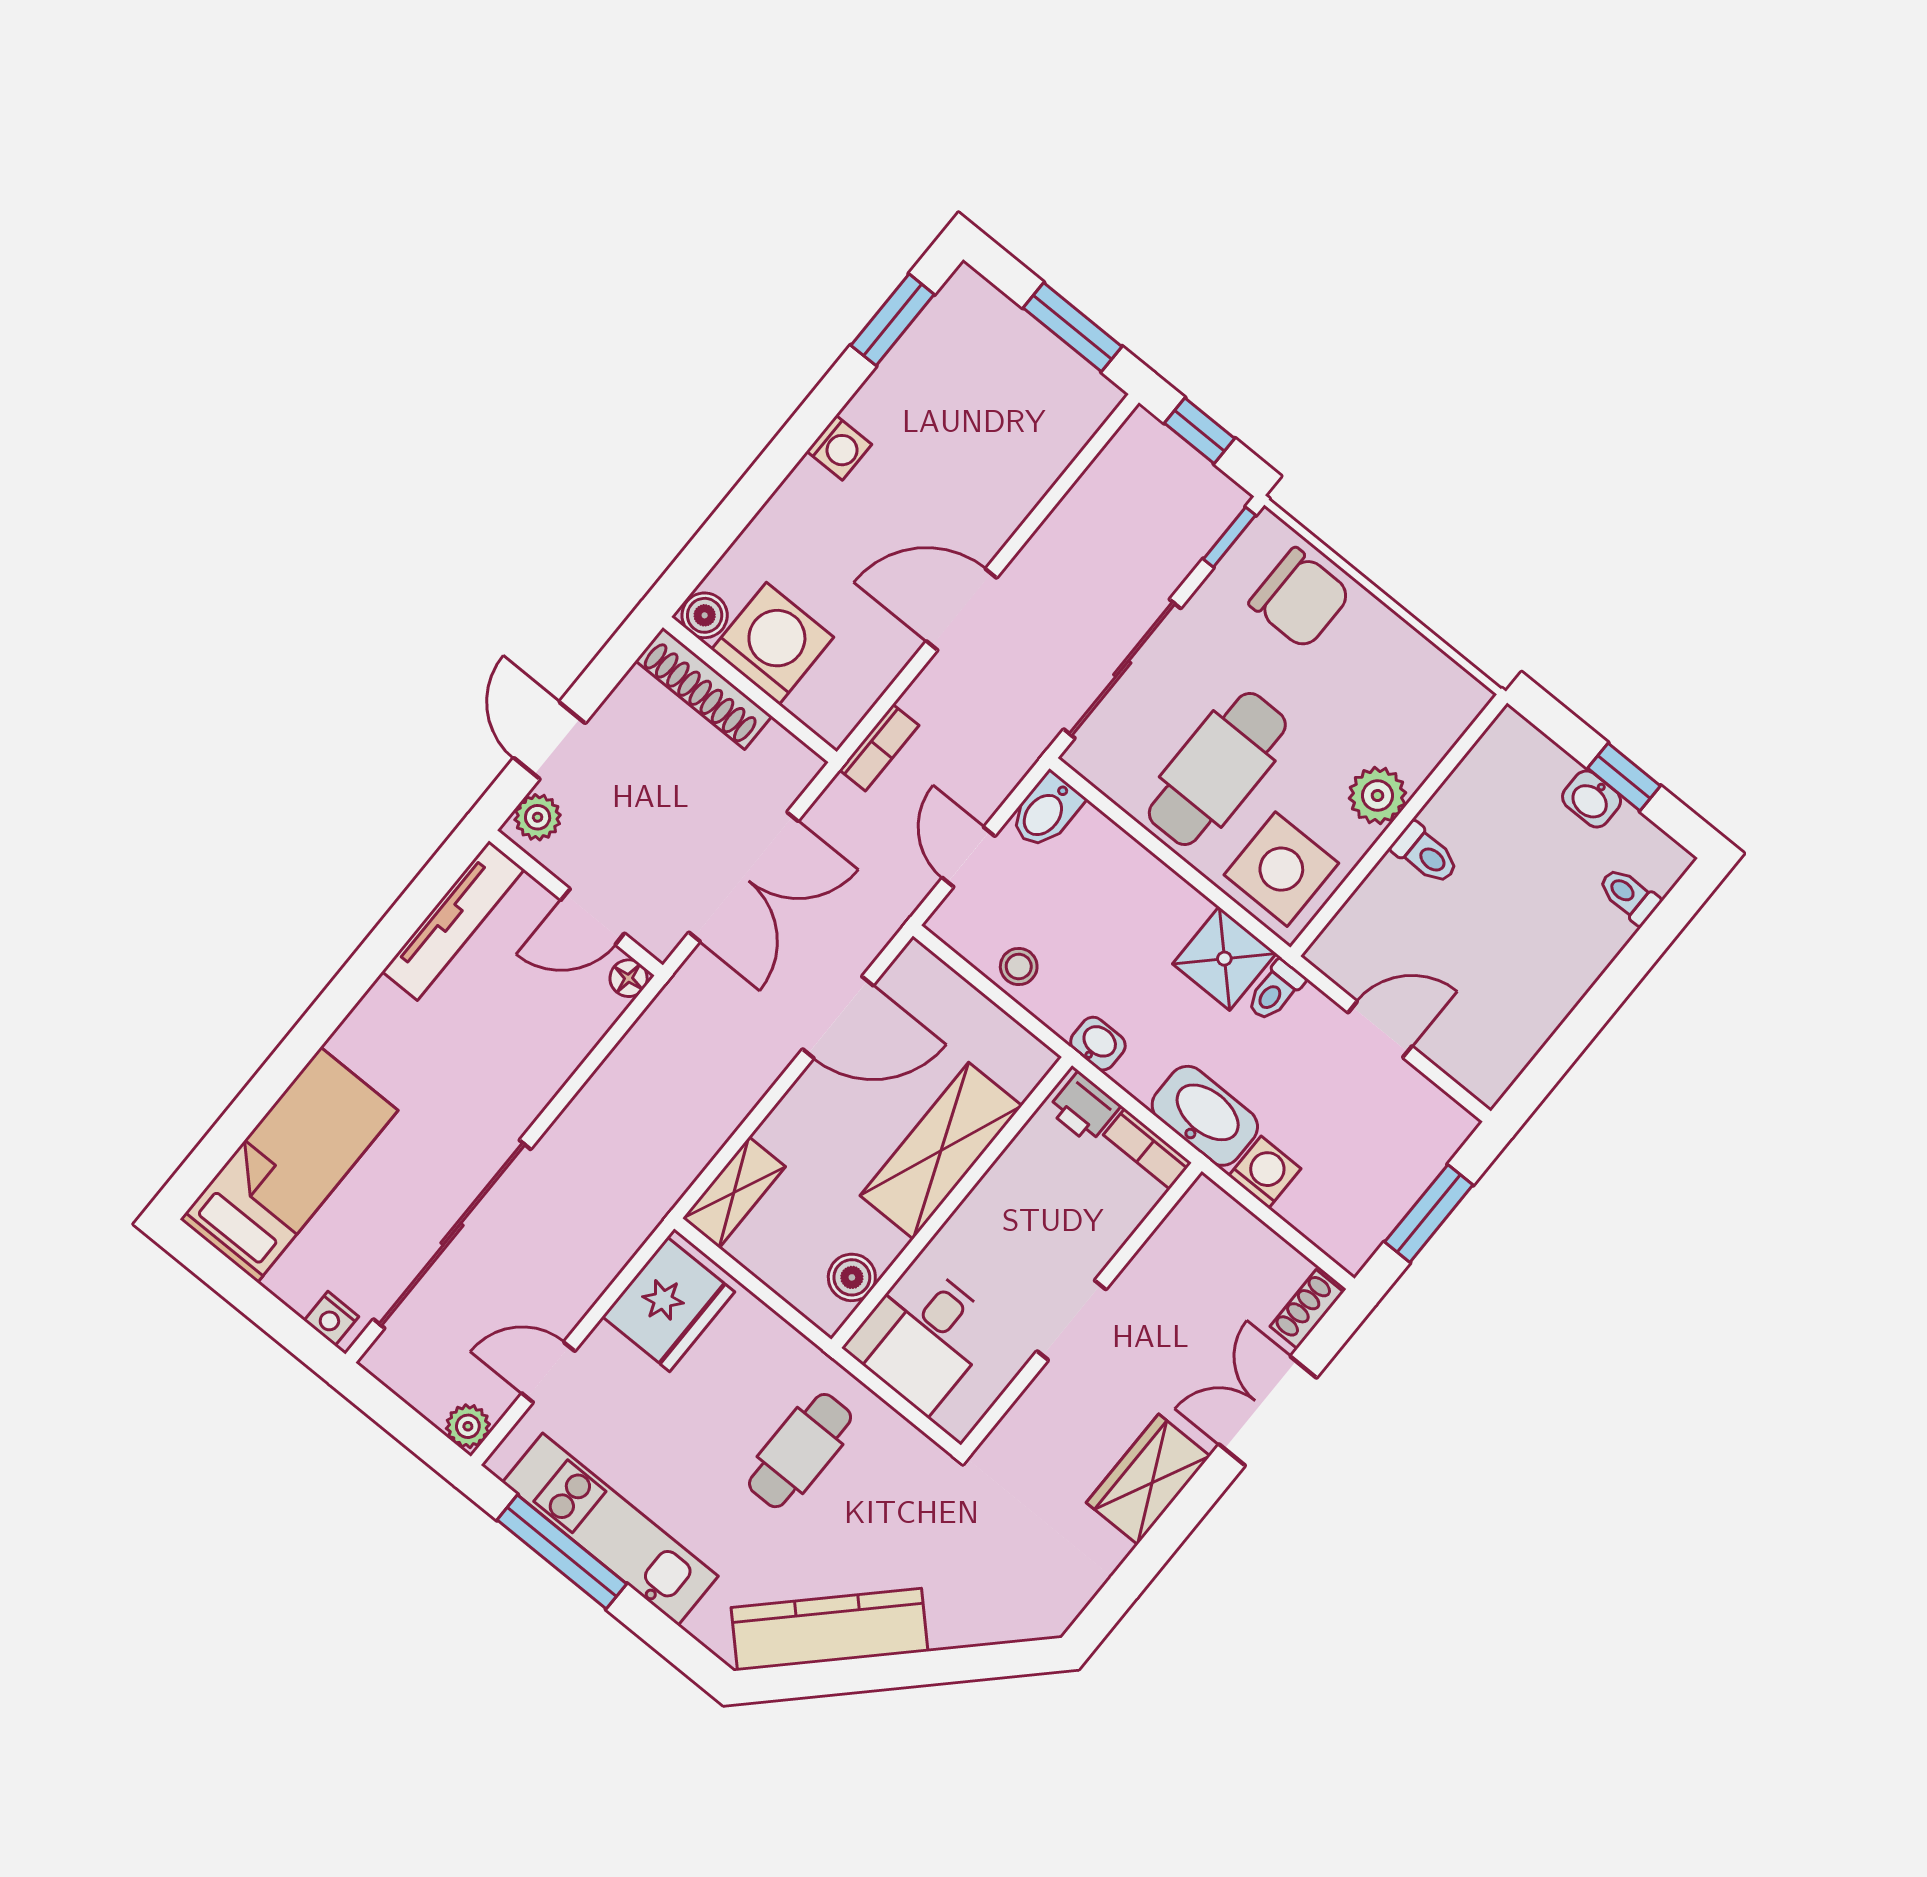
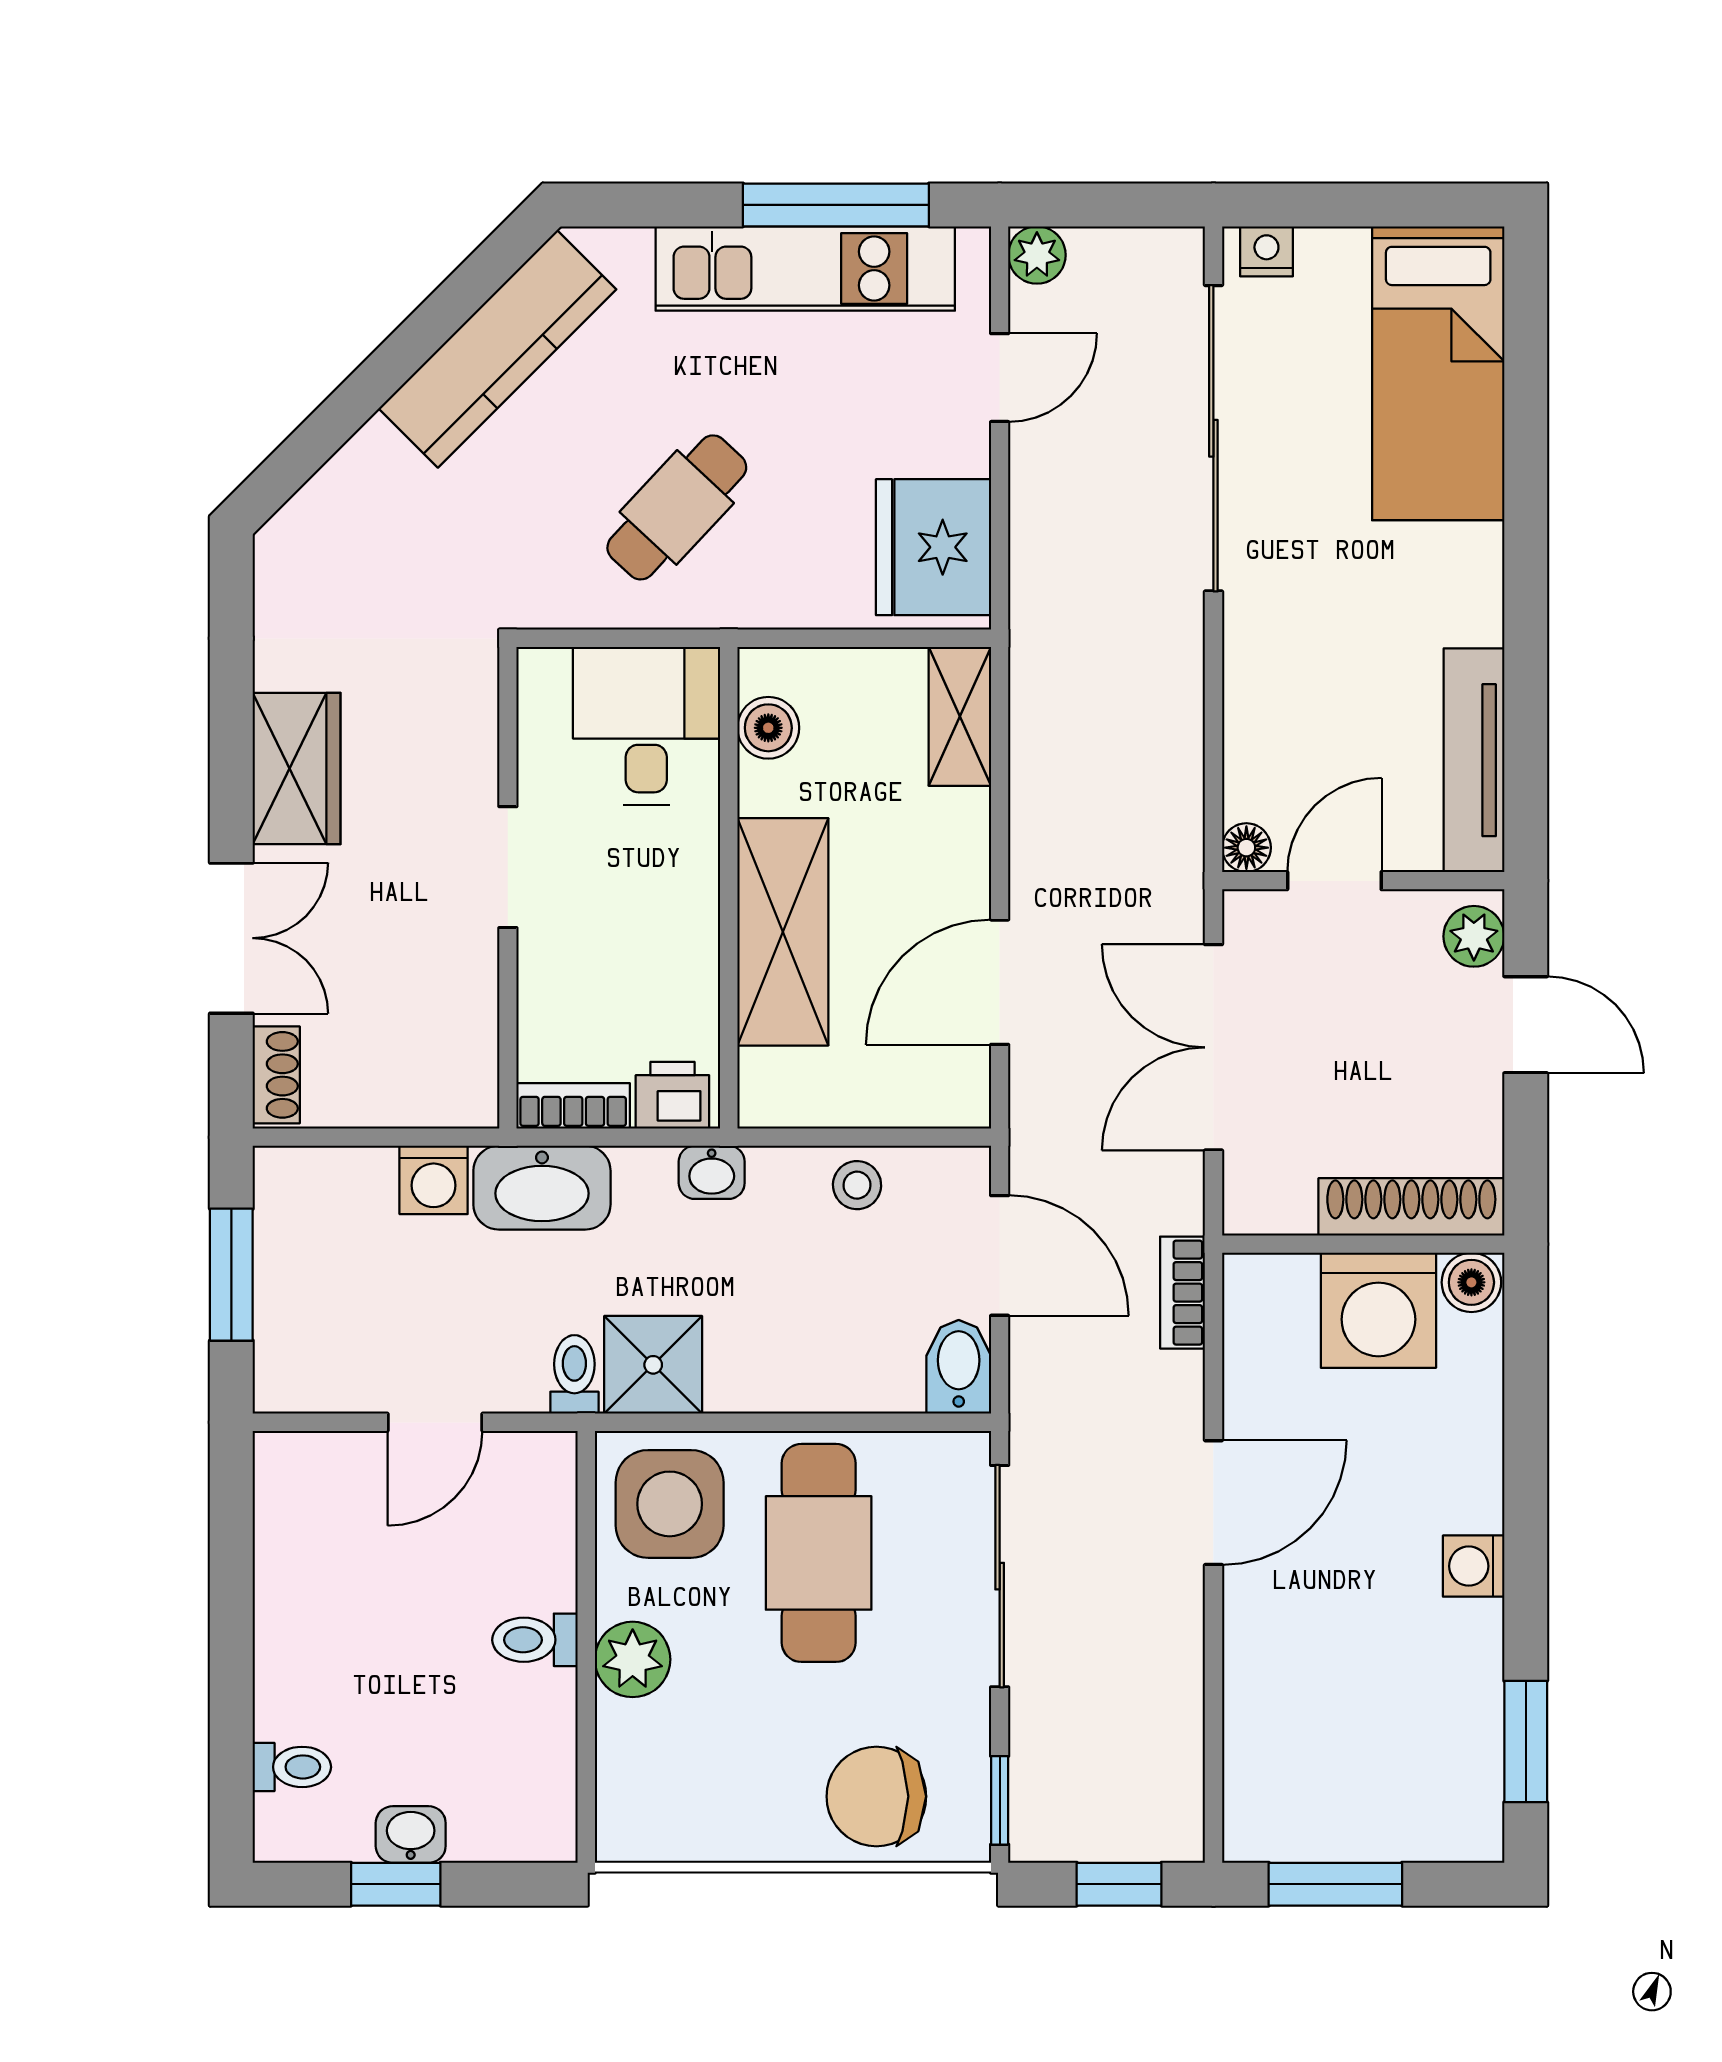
door: (969, 857) -> (1000, 1255), width x1.38
cafe table: (800, 1451) -> (677, 507), turned 43

